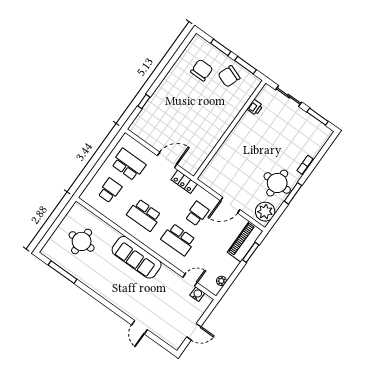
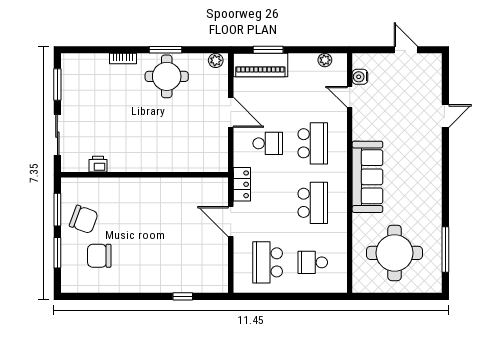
plant: (265, 212) -> (216, 60), width x0.53, depth x0.53
school desk: (197, 214) -> (268, 143), turned 180
round table: (82, 241) -> (395, 253), width x1.36, depth x1.36

